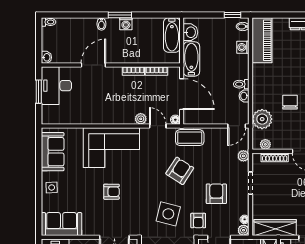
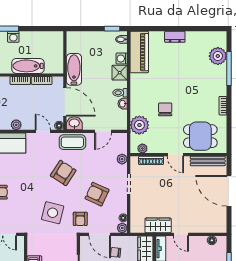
washbasin: (190, 32) -> (74, 123), moved, turned -90
bathtub: (172, 35) -> (28, 66), moved, turned 90
shower: (241, 63) -> (120, 73), added
plant: (141, 119) -> (16, 125), moved
door: (237, 126) -> (103, 131), moved
armchair: (216, 194) -> (97, 194), turned -65
wardrobe: (275, 228) -> (158, 225), width x0.67

